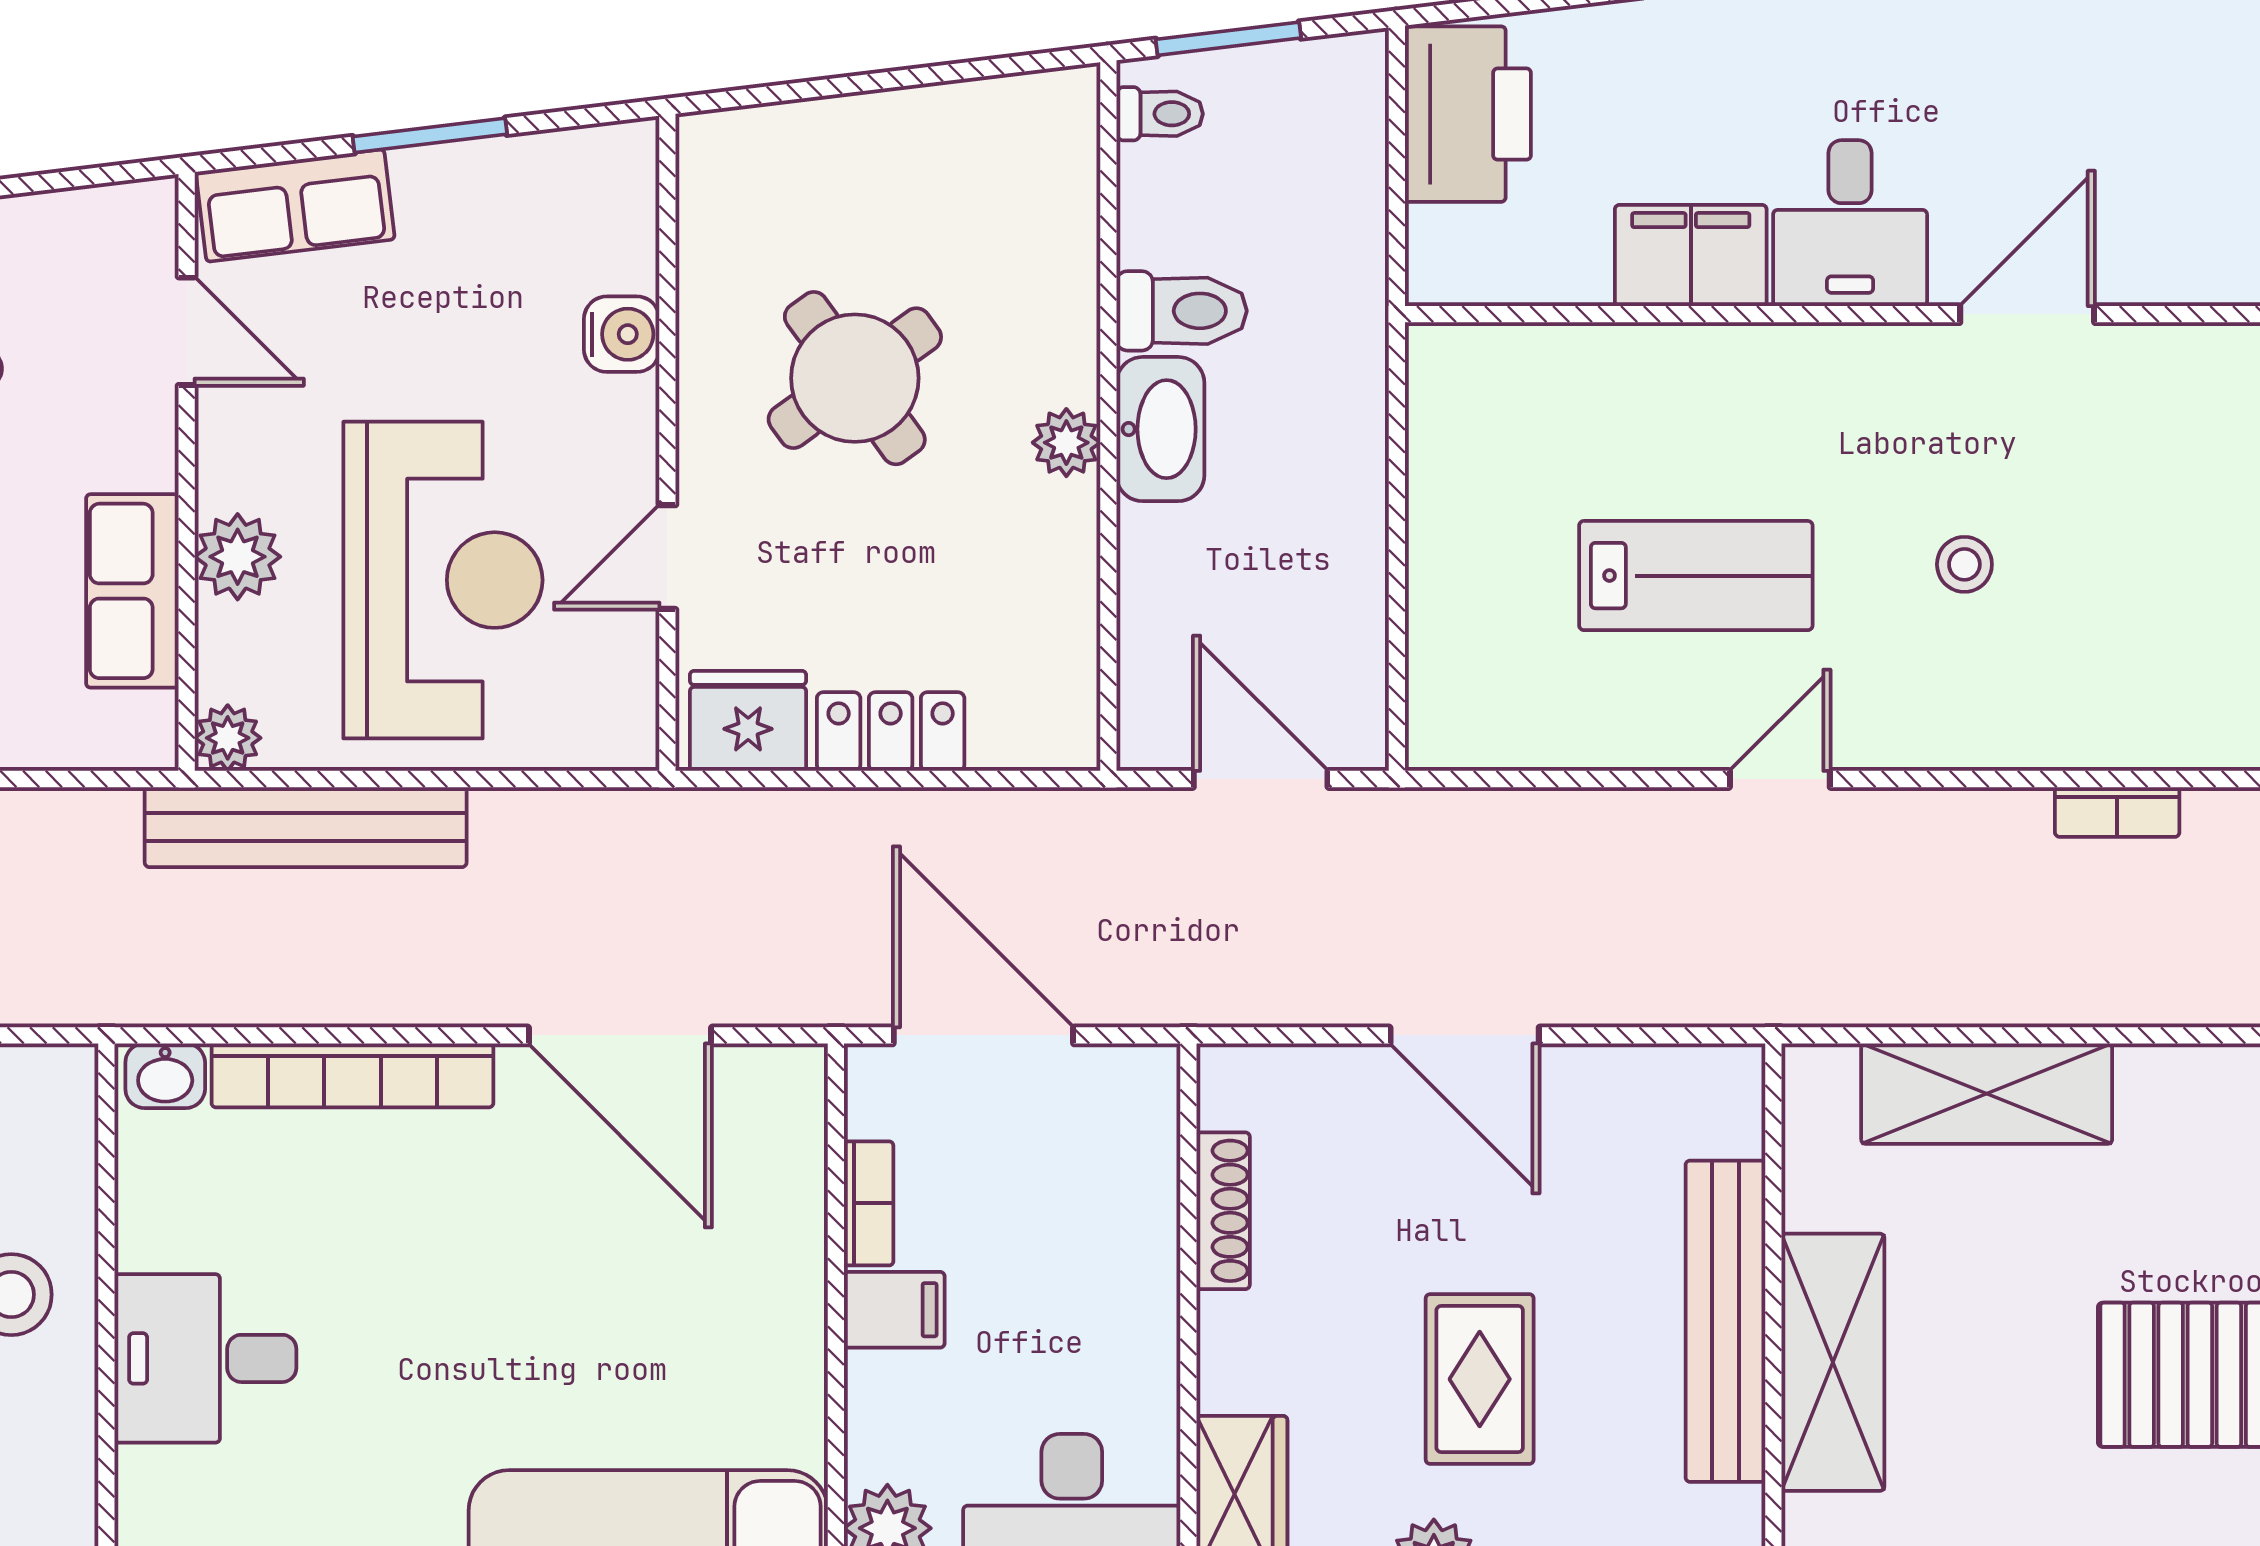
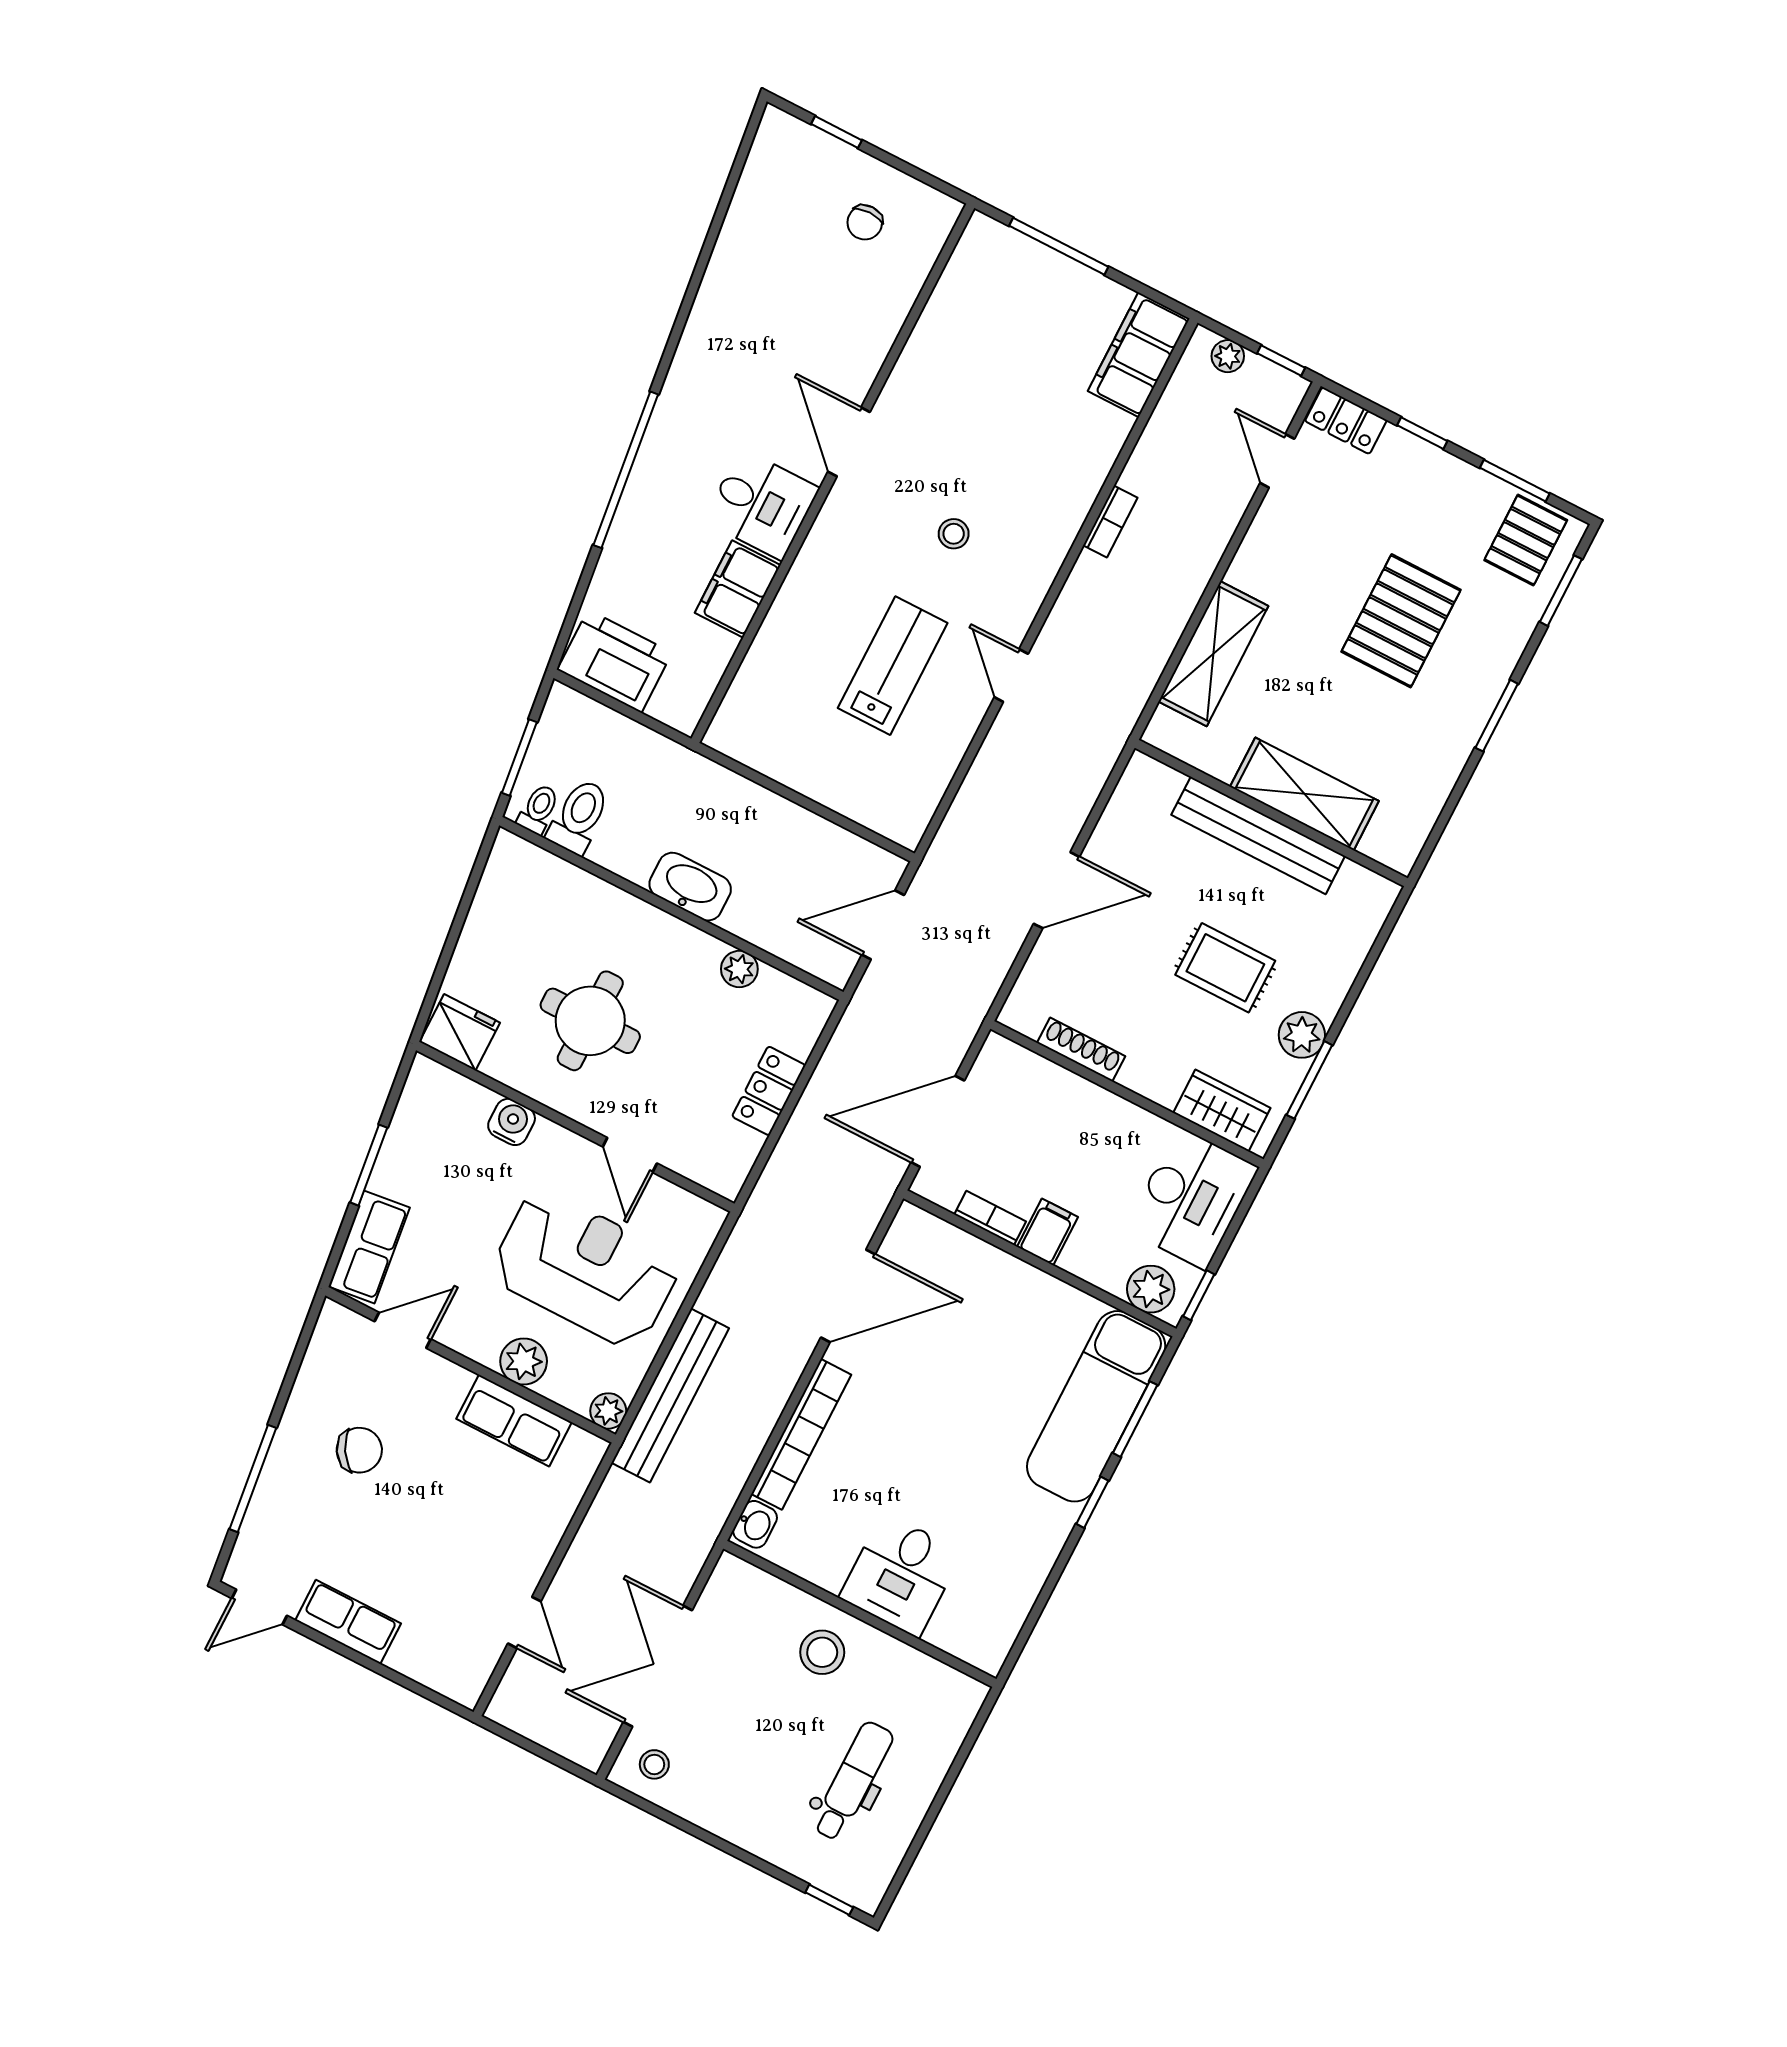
toilet: (1182, 311) -> (579, 817), moved
round table: (855, 378) -> (590, 1021), turned 36
plant: (1066, 443) -> (739, 969), moved
fridge: (748, 721) -> (460, 1032), moved, turned 90

